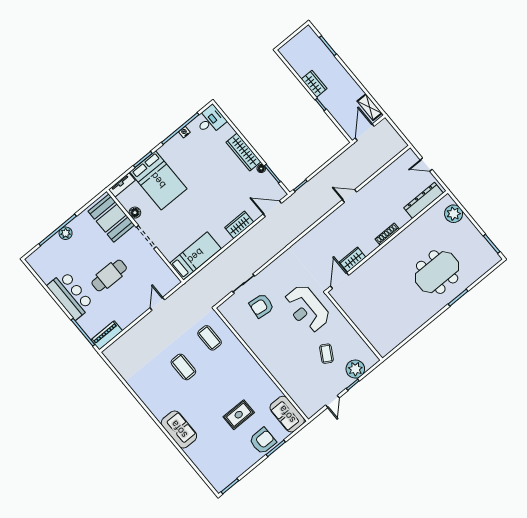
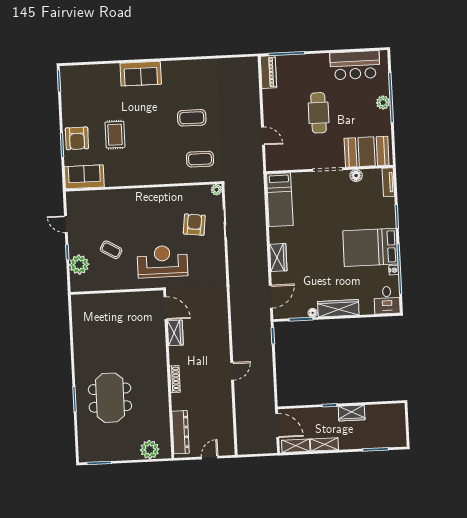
shelving: (353, 87) -> (324, 444), added
bed: (158, 180) -> (370, 247), moved
bar counter: (70, 295) -> (355, 65), moved
plant: (223, 309) -> (216, 190), added

